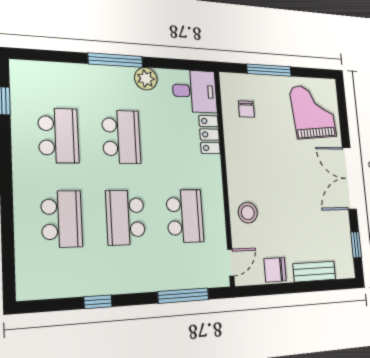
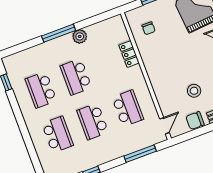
desk: (195, 91) -> (112, 31), removed
school desk: (58, 136) -> (41, 90), turned 180
school desk: (121, 137) -> (76, 77), turned 180
stool: (248, 213) -> (194, 91), moved

